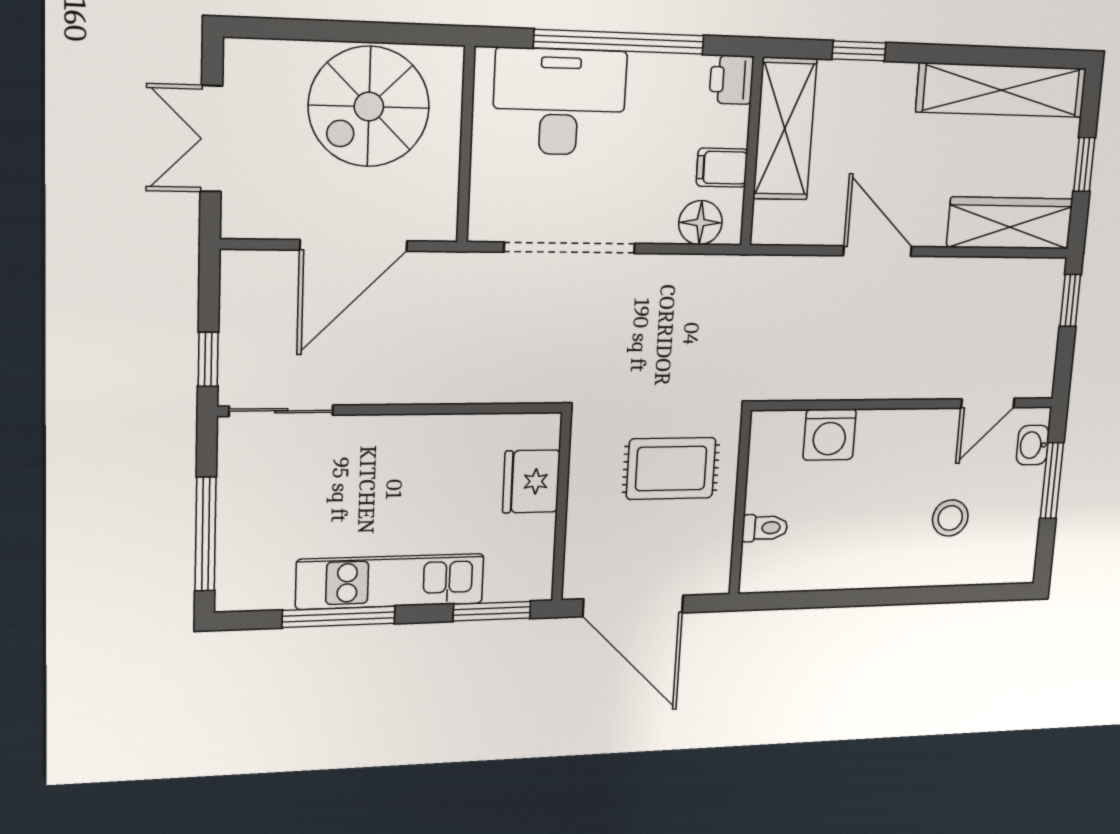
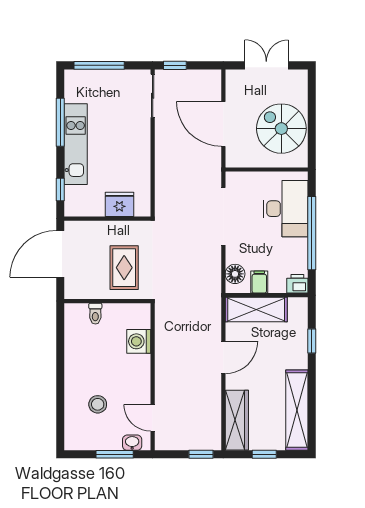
shelving: (785, 129) -> (256, 310), moved
window: (492, 611) -> (60, 190), width x0.67

